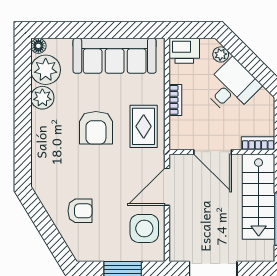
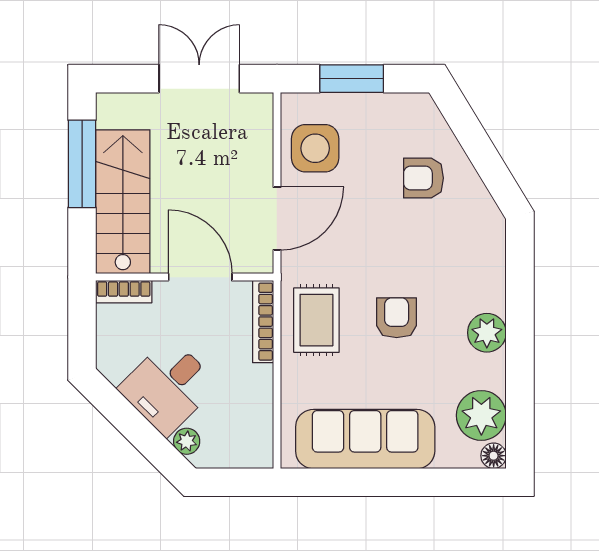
printer: (184, 51) -> (248, 447), removed
plant: (42, 98) -> (487, 333), moved
bookcase: (175, 100) -> (263, 322), moved, width x1.56
armchair: (96, 128) -> (397, 318), width x0.72, depth x0.72

